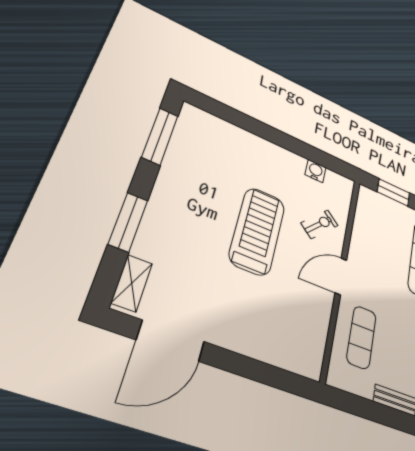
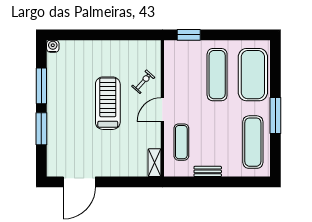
window: (160, 136) -> (41, 86), moved
water cooler: (316, 171) -> (53, 46), moved
shelving: (132, 283) -> (155, 163), moved

